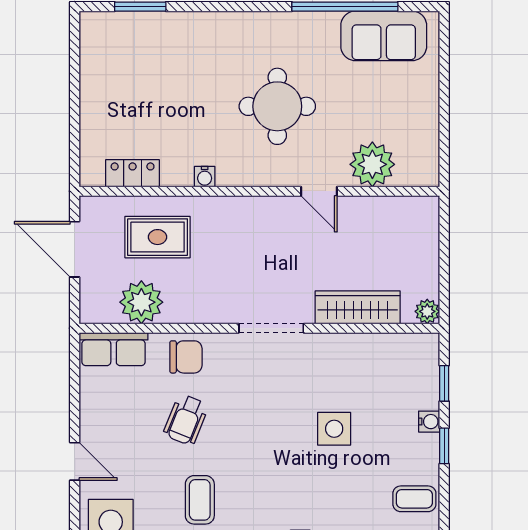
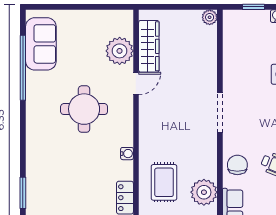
wardrobe: (358, 307) -> (149, 46), moved, turned 180

